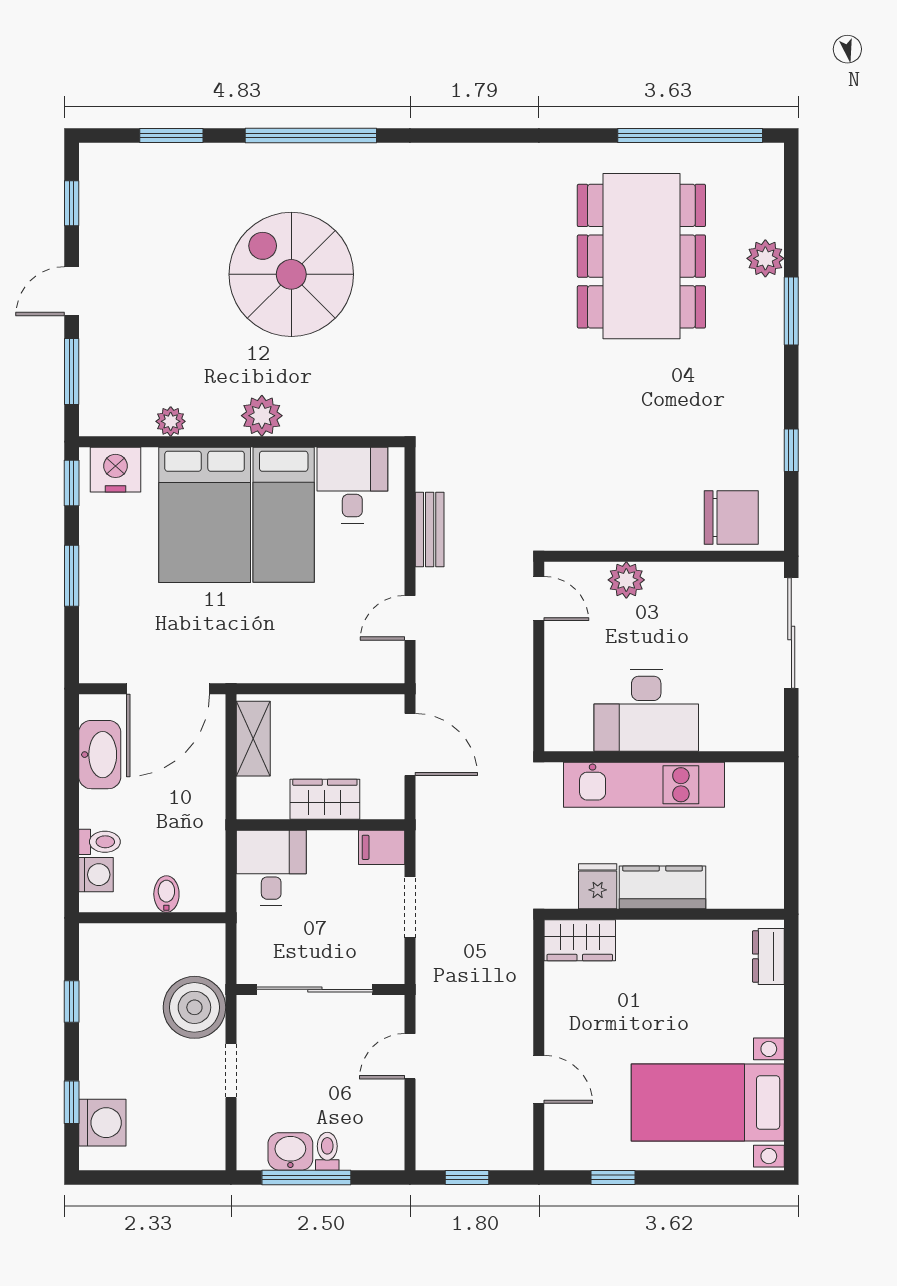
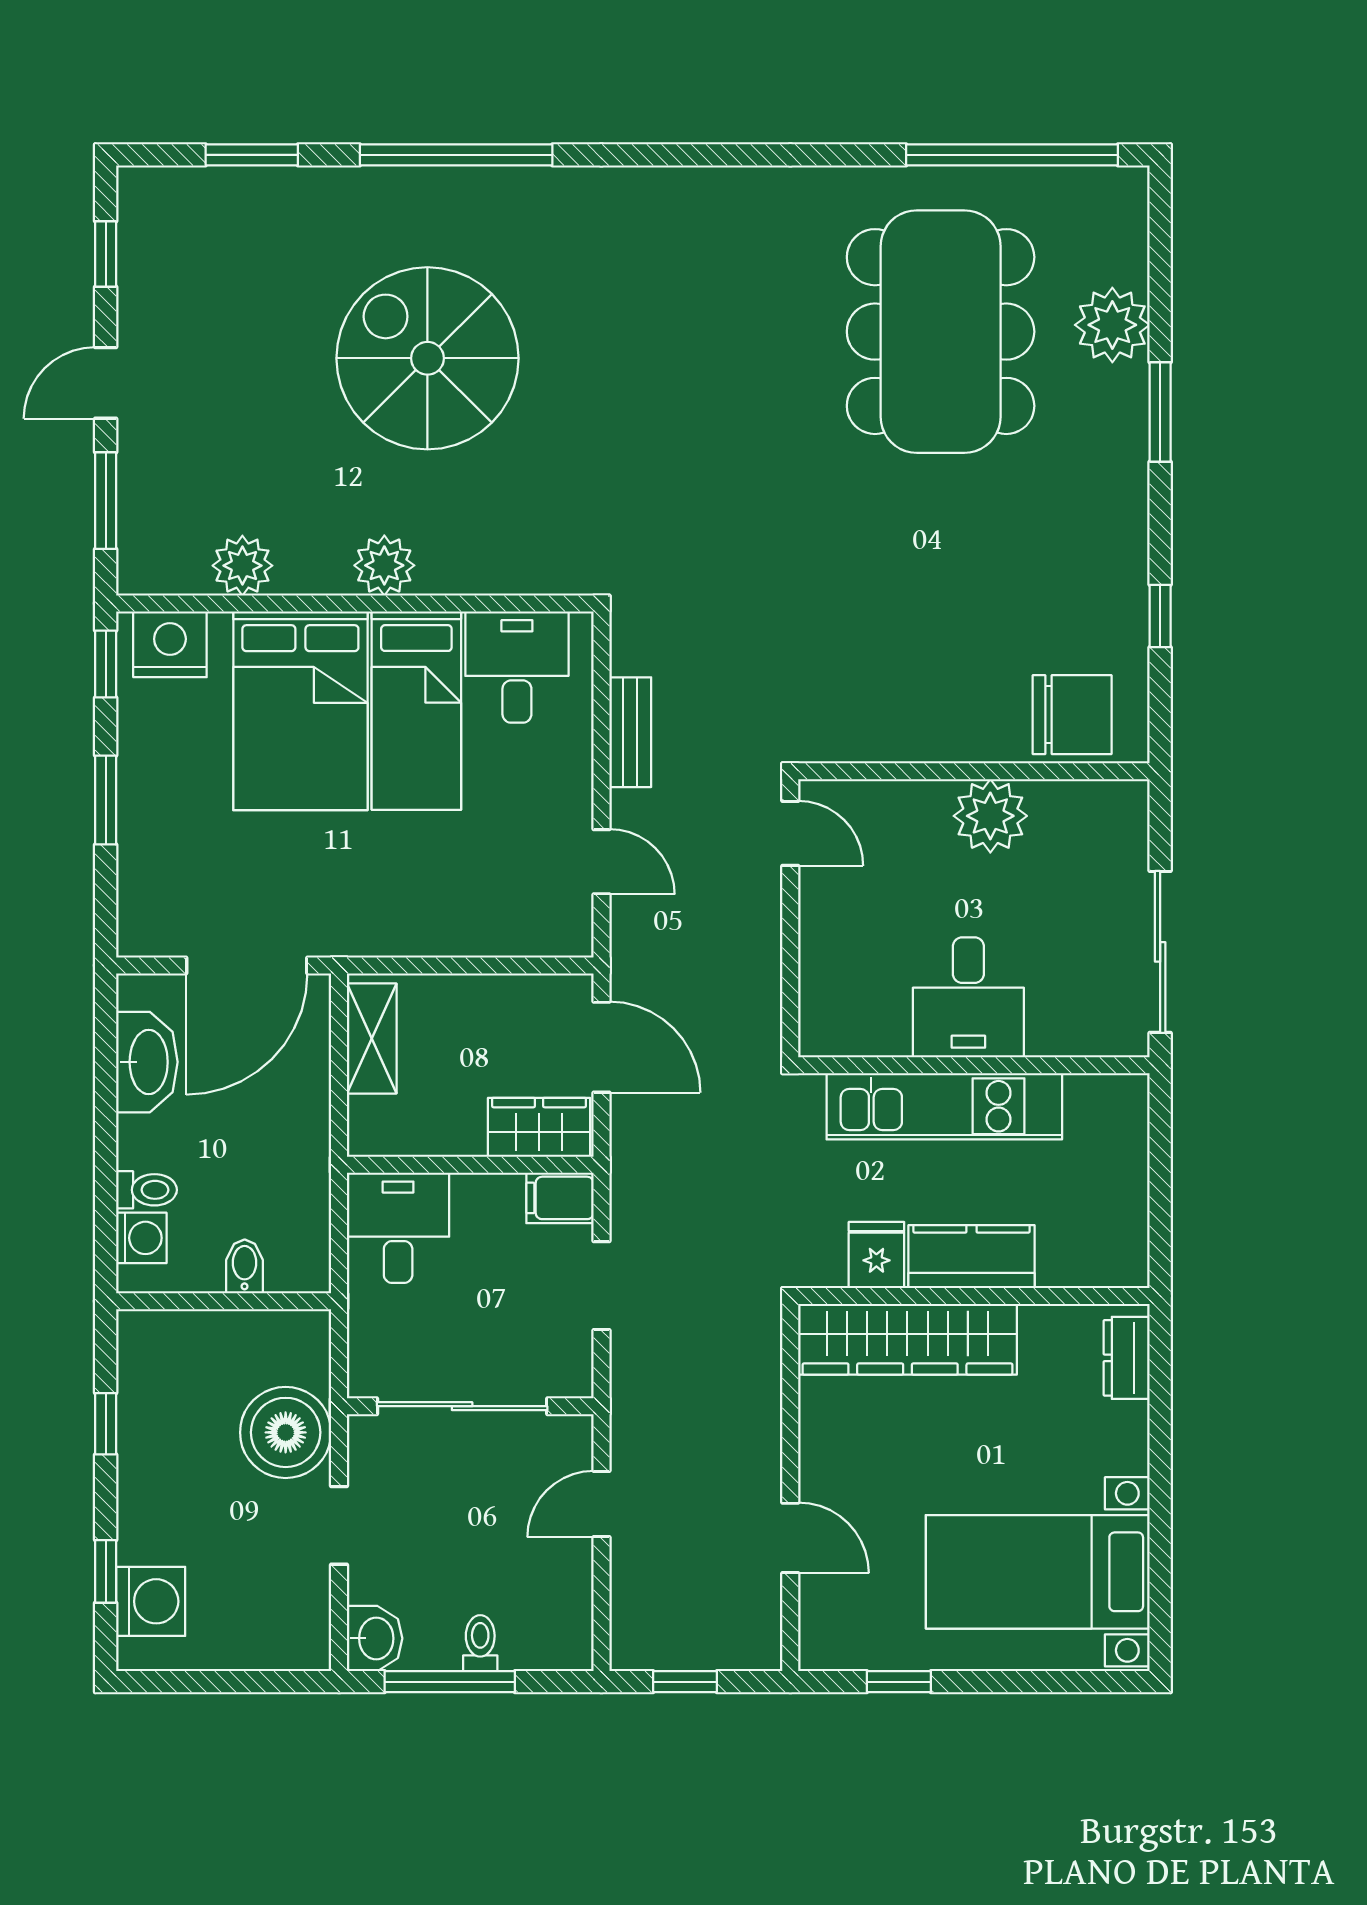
plant: (765, 258) -> (1112, 325), width x1.36, depth x1.36
plant: (171, 421) -> (242, 566), width x1.38, depth x1.38
plant: (626, 580) -> (990, 816), moved, width x1.36, depth x1.36
door: (410, 618) -> (601, 862), swing flipped
sliding door: (791, 633) -> (1160, 952), moved
desk: (646, 710) -> (968, 997), width x0.73
wardrobe: (325, 799) -> (539, 1127), moved
wardrobe: (580, 940) -> (907, 1339), width x2.10, depth x1.17
washbasin: (290, 1151) -> (375, 1638), moved, turned 90

